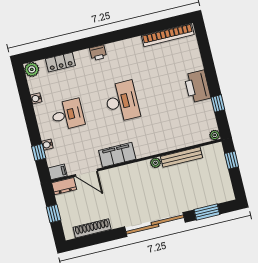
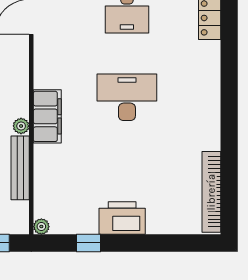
printer: (98, 53) -> (210, 79), removed
desk: (122, 101) -> (127, 97), turned 180
filing cabinet: (117, 155) -> (47, 116), moved

